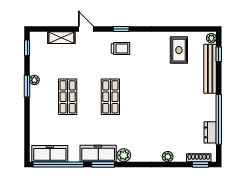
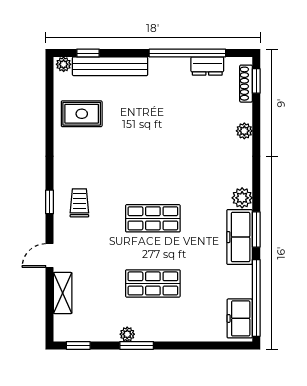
freezer: (50, 154) -> (240, 318), width x0.71

